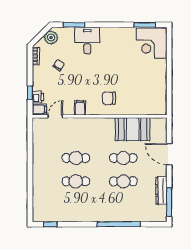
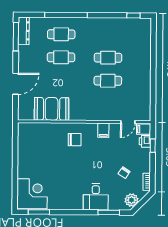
door: (169, 154) -> (16, 84), hinge flipped
cafe table: (123, 158) -> (61, 34), moved
dresser: (161, 191) -> (24, 31), moved

